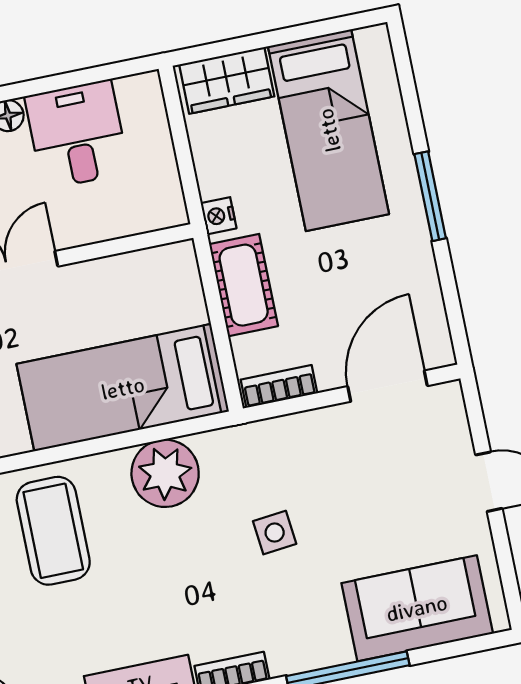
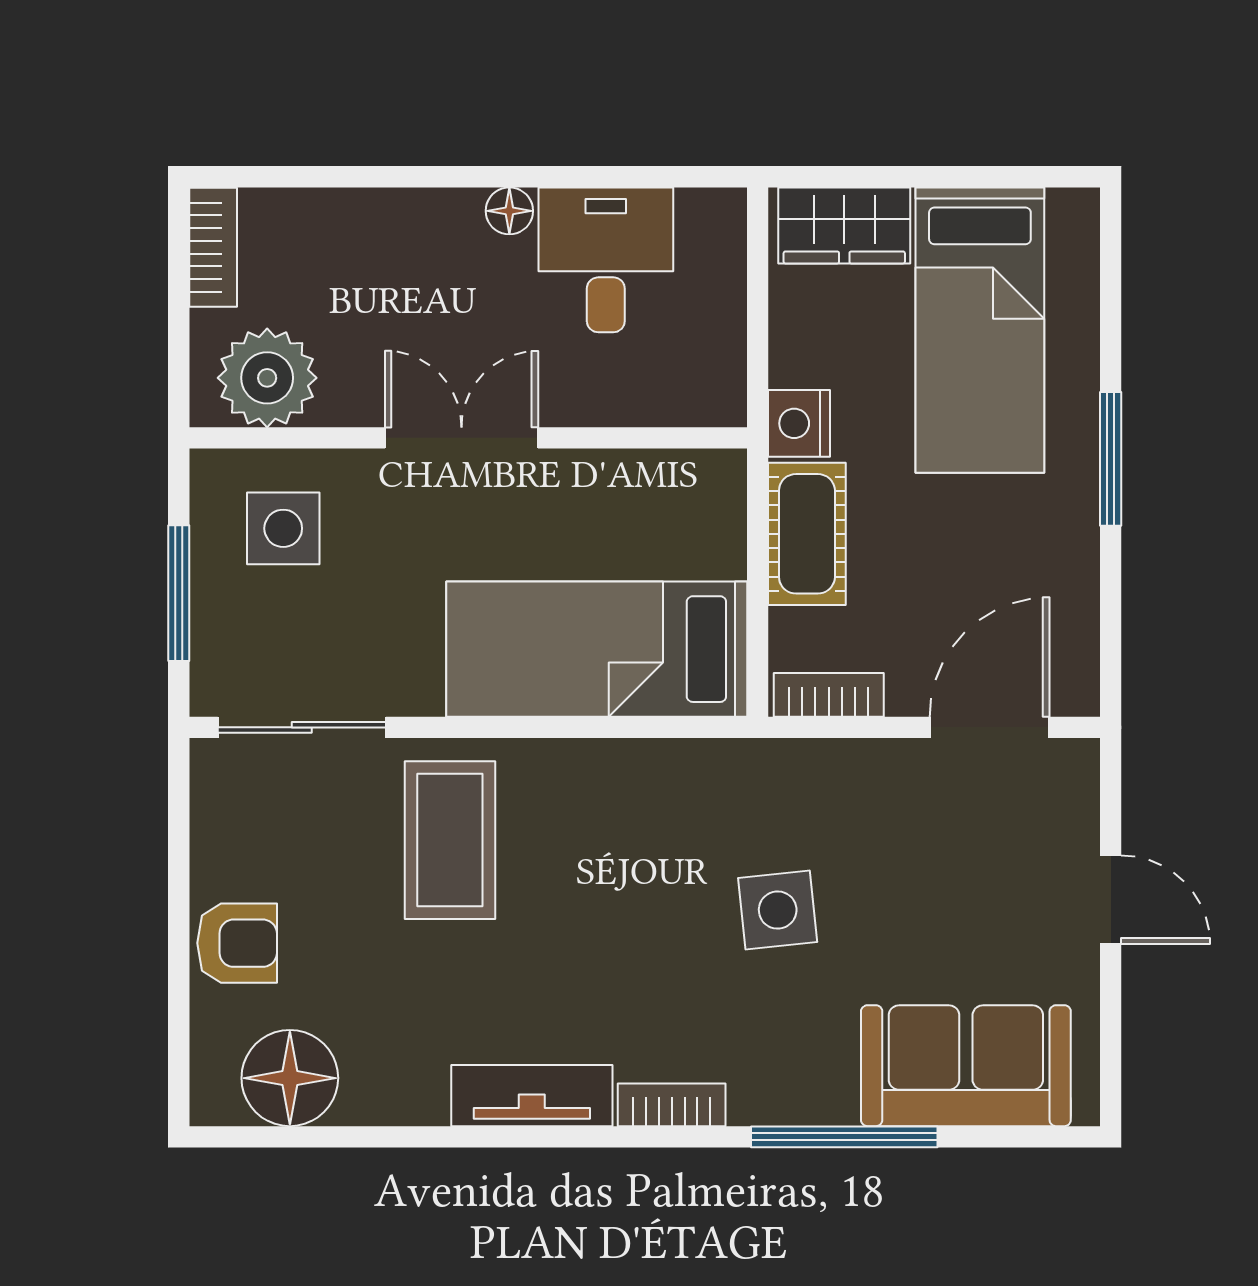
nightstand: (219, 216) -> (799, 423), width x1.39, depth x1.35
plant: (165, 473) -> (633, 789), removed
side table: (275, 533) -> (778, 910), width x1.37, depth x1.37

